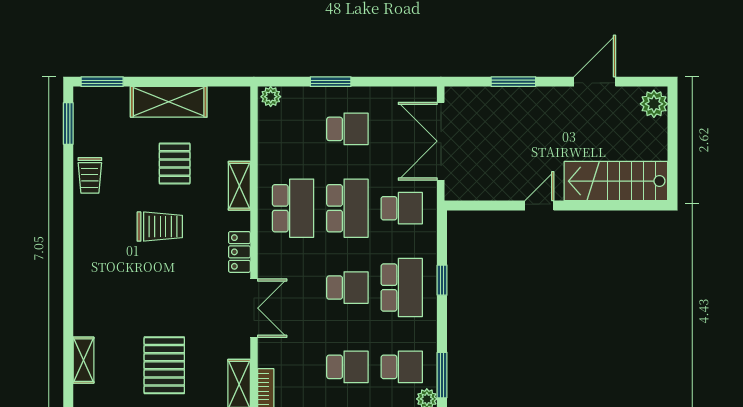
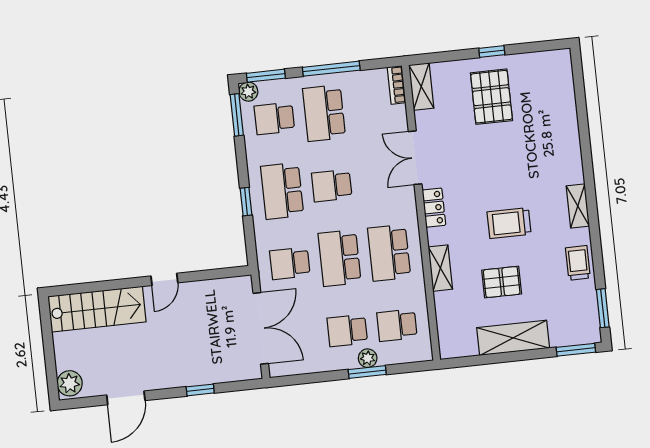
window: (513, 82) -> (200, 390), width x0.67
plant: (271, 97) -> (368, 358), moved
school desk: (293, 129) -> (397, 325), added
pallet: (175, 164) -> (502, 282), turned 90
shelving: (83, 360) -> (578, 206), moved
school desk: (347, 367) -> (324, 113), width x1.85

